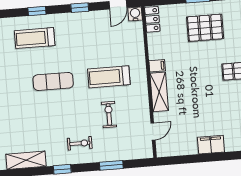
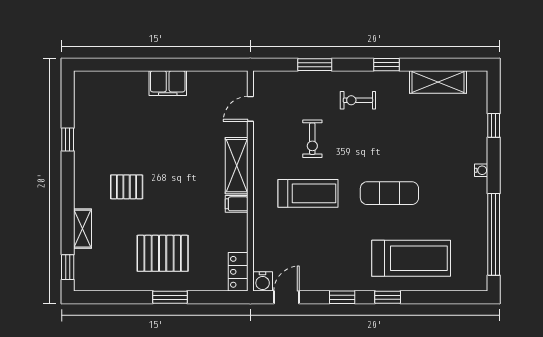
window: (37, 11) -> (388, 297), moved
treadmill: (35, 38) -> (411, 258), width x1.37, depth x1.38

